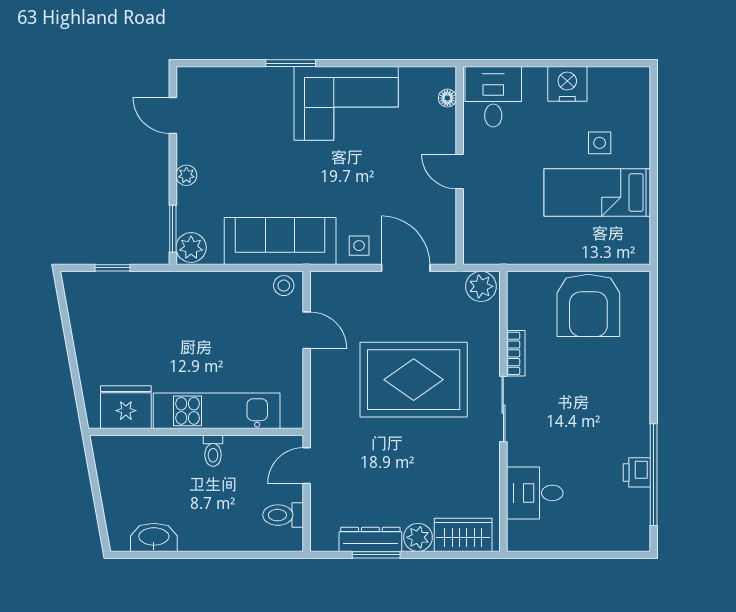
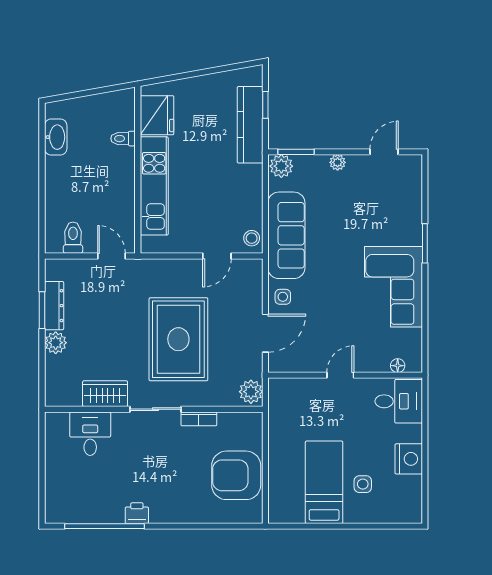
kitchen counter: (138, 288) -> (250, 125), added
toilet: (213, 451) -> (123, 139), moved
printer: (637, 472) -> (137, 513), moved
wardrobe: (463, 535) -> (105, 394), moved, turned -90

